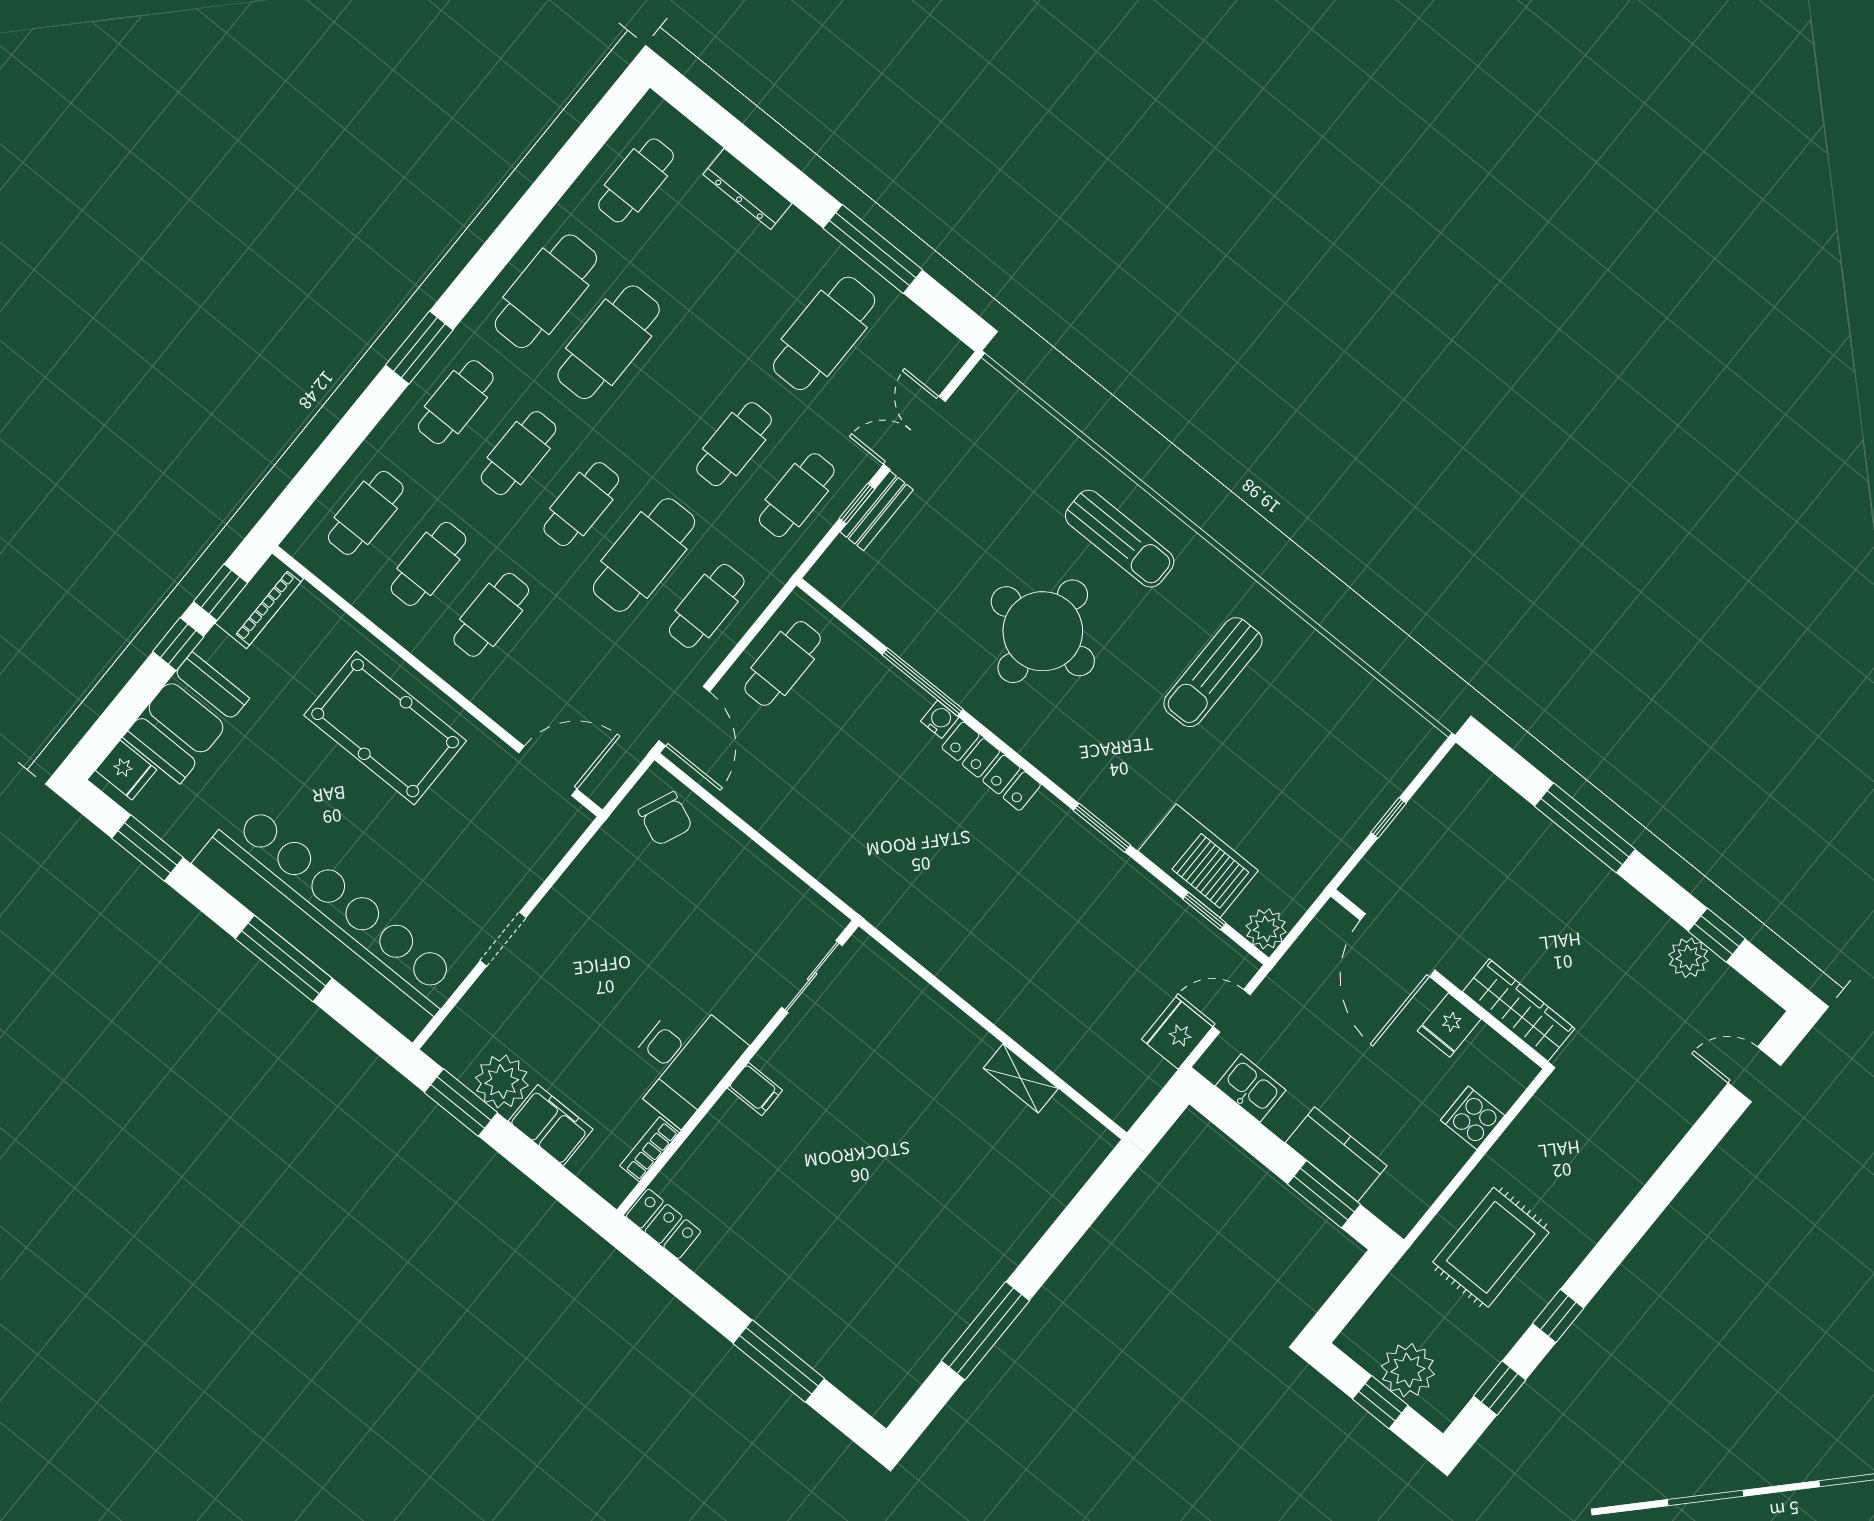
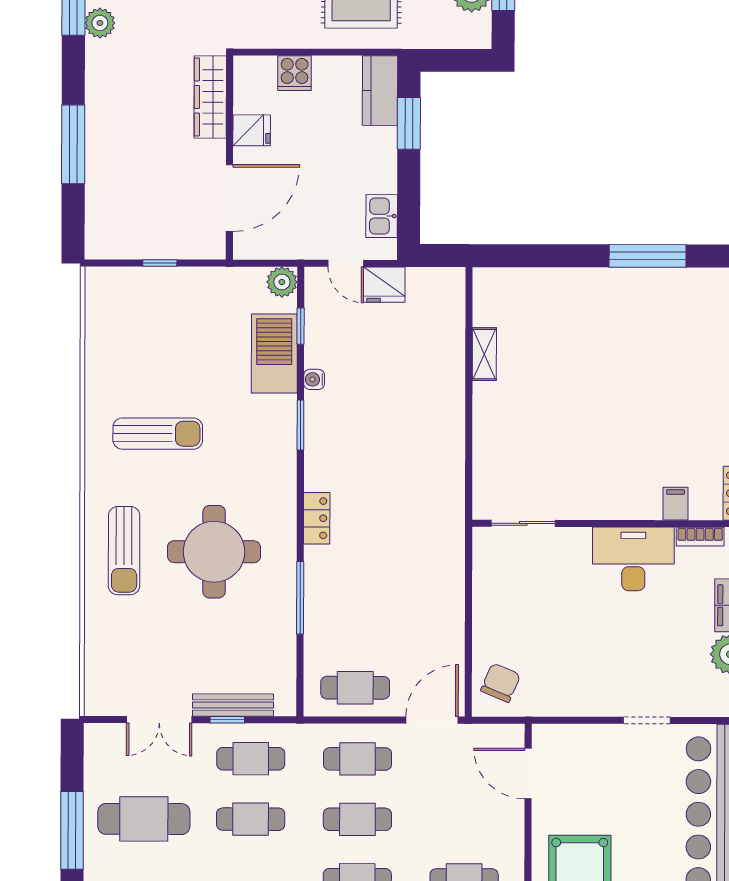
bench: (877, 511) -> (233, 705), width x1.36
sun lounger: (1120, 539) -> (124, 551), turned 180
cafe table: (644, 555) -> (357, 819), width x0.73, depth x0.74
water cooler: (940, 719) -> (314, 379), moved
locker: (991, 766) -> (317, 518), width x0.66
filing cabinet: (755, 1089) -> (676, 504), moved
kitchen counter: (1336, 1154) -> (380, 91), moved

